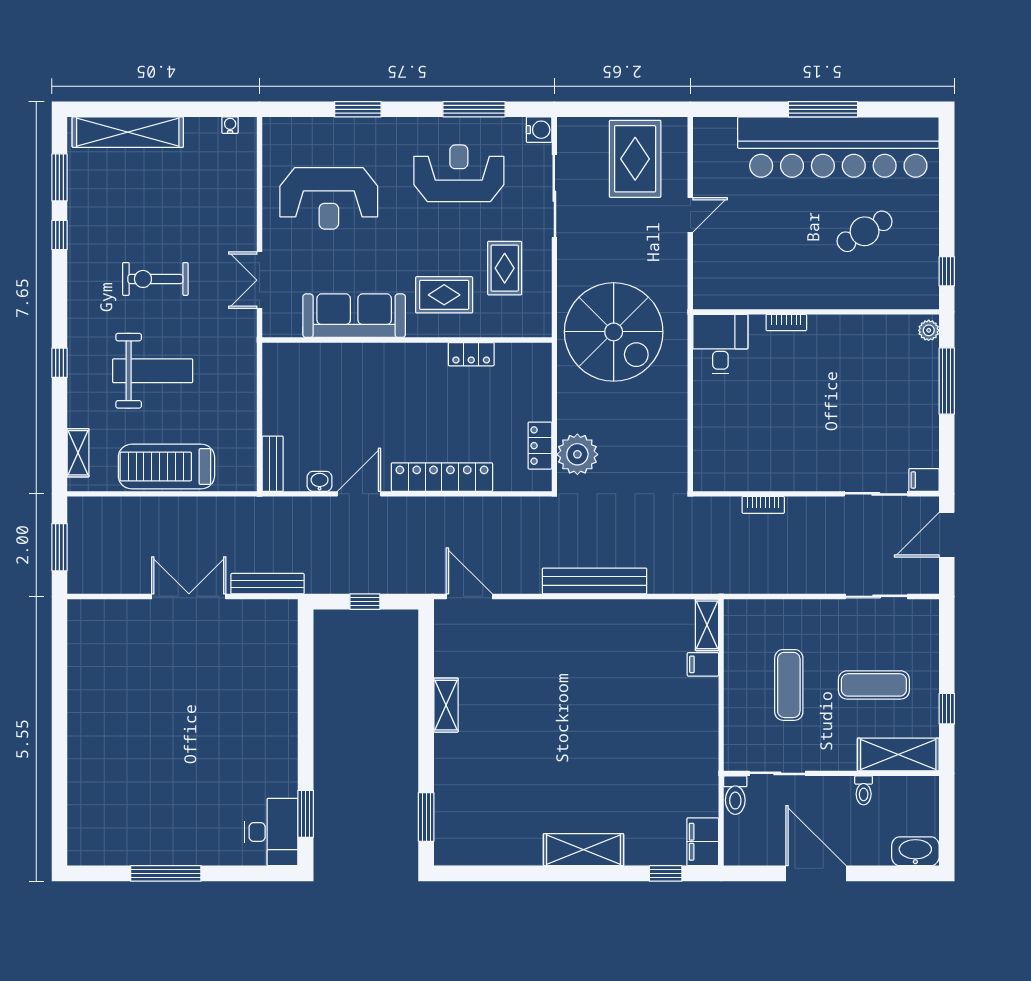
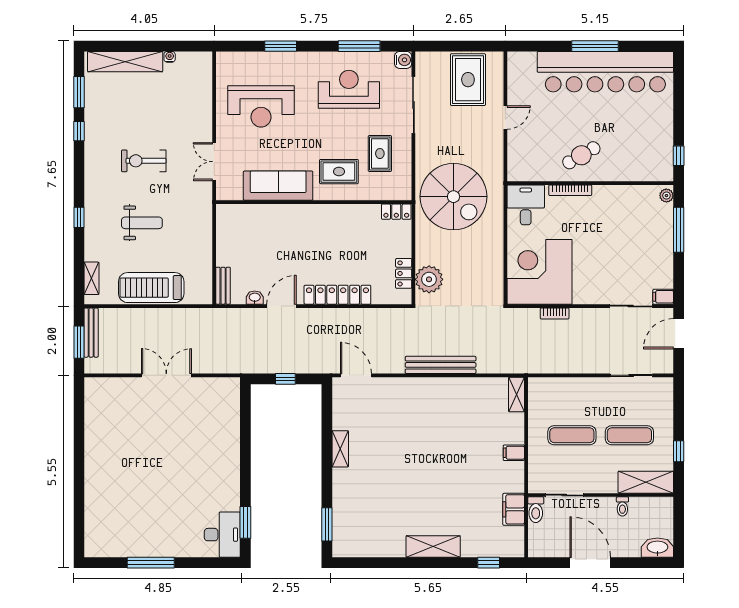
water cooler: (230, 125) -> (170, 57), moved
cafe table: (865, 231) -> (581, 155), moved
bookcase: (786, 322) -> (570, 190), width x1.56
locker: (471, 354) -> (396, 212), moved
weight bench: (153, 371) -> (142, 223), width x0.73, depth x0.75
corner desk: (741, 443) -> (539, 272), added
bench: (267, 584) -> (91, 333), moved, turned 90
filing cabinet: (703, 664) -> (514, 453), moved
exercise mat: (789, 685) -> (572, 435), turned 90
filing cabinet: (703, 842) -> (514, 509), moved

